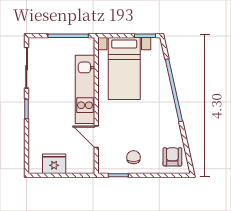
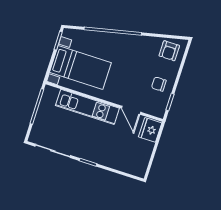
door: (96, 137) -> (131, 110), hinge flipped
armchair: (172, 157) -> (169, 51), turned -90
fridge: (54, 164) -> (150, 130), moved

